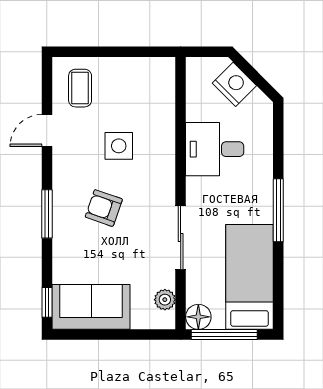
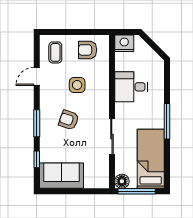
armchair: (137, 84) -> (88, 50), added
nightstand: (234, 84) -> (124, 43), moved, turned -45
plant: (165, 300) -> (103, 172), removed
window: (47, 302) -> (37, 159), moved

